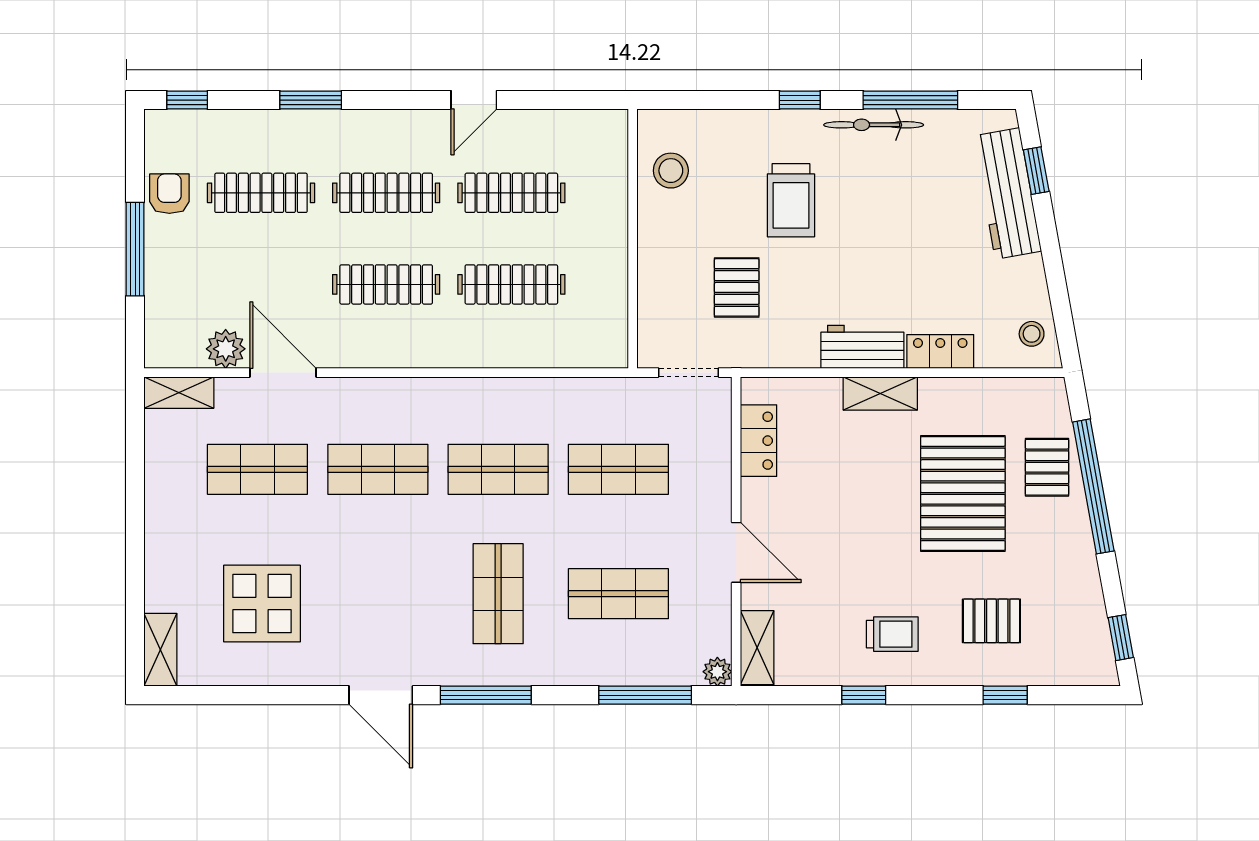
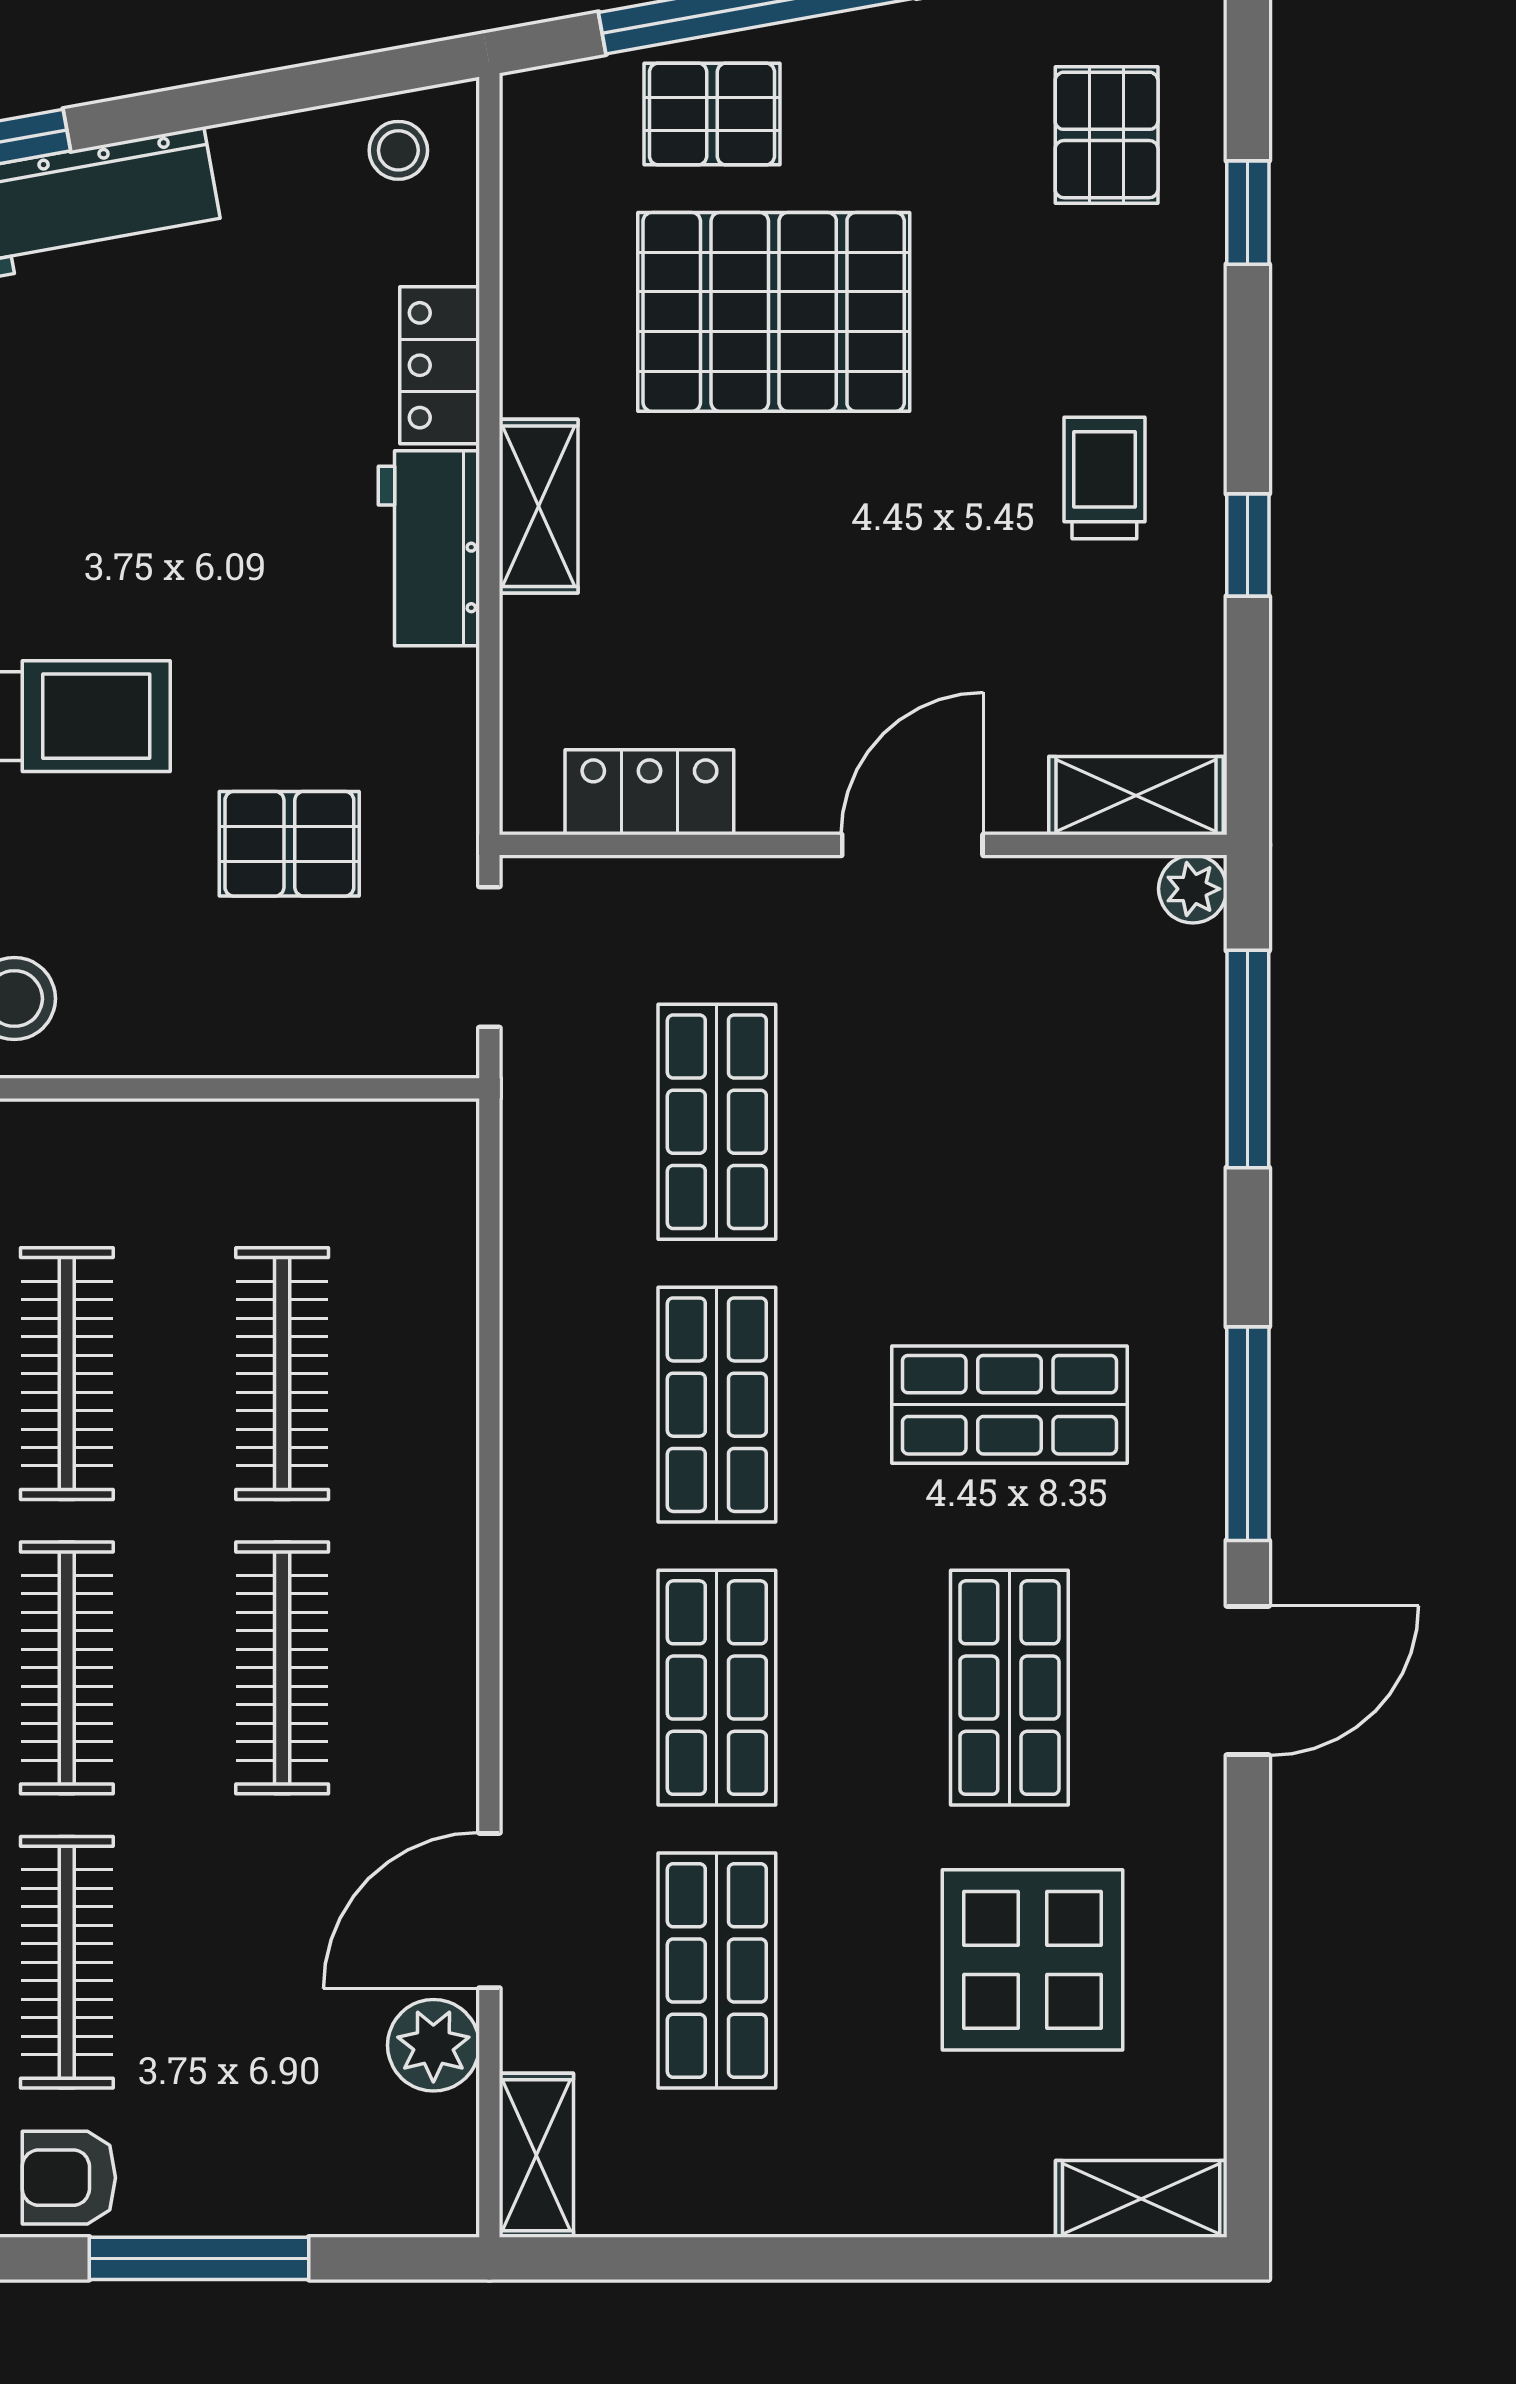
shop shelf: (618, 594) -> (1009, 1688), moved
pallet: (991, 621) -> (1107, 135), moved

